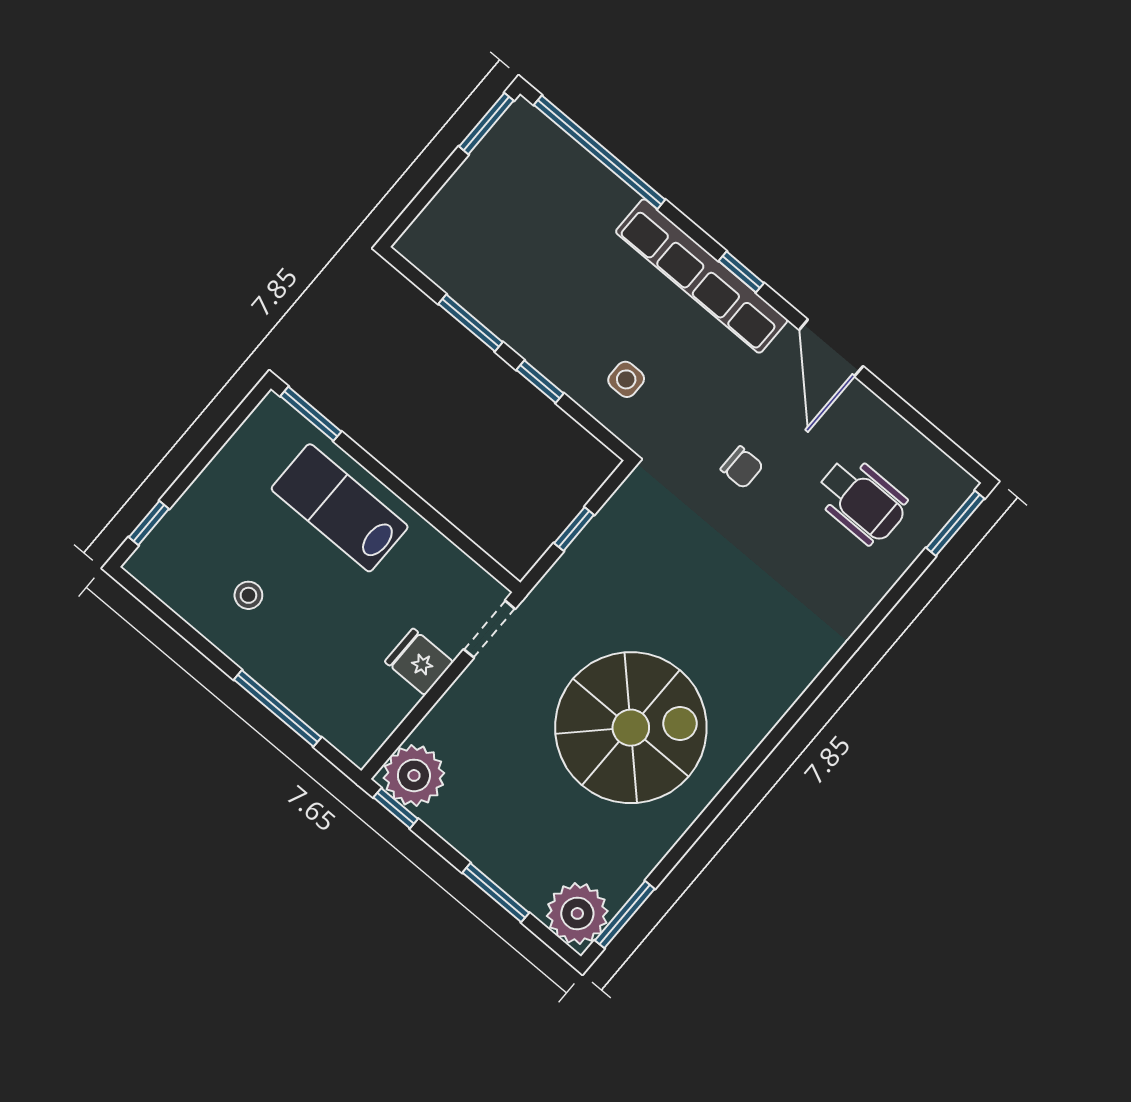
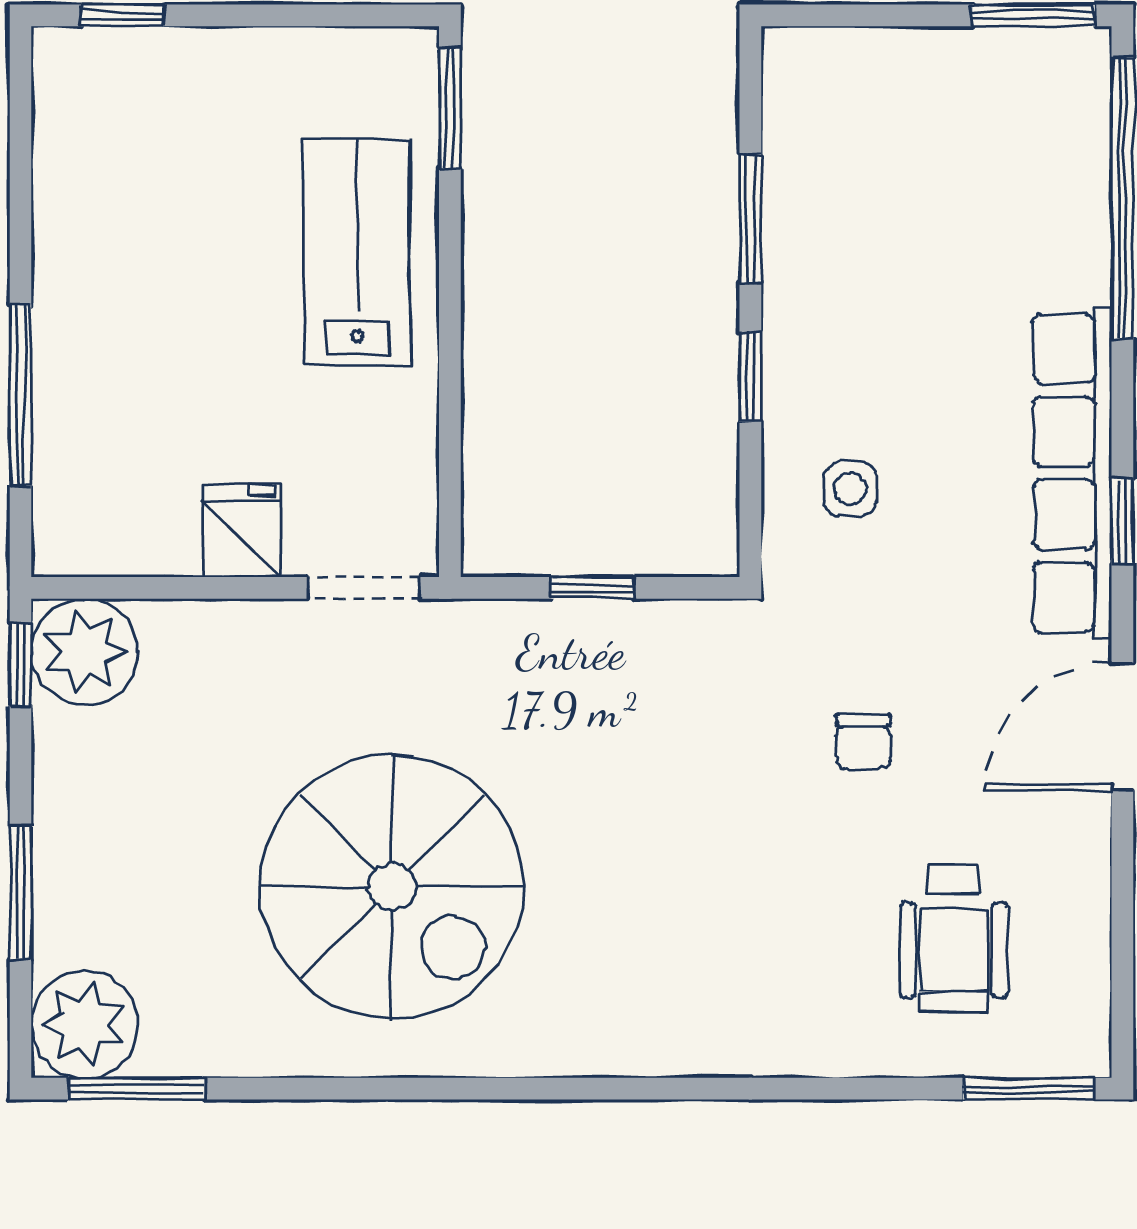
stool: (248, 595) -> (138, 229), removed

